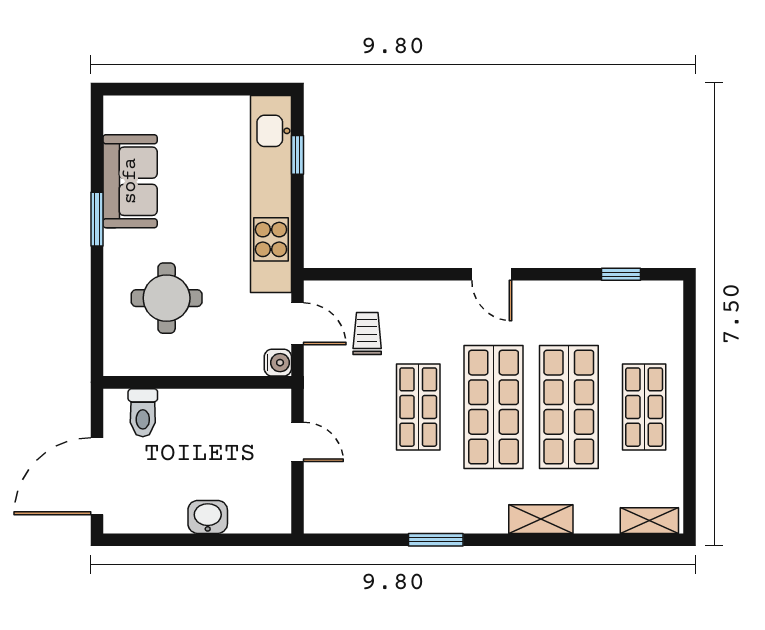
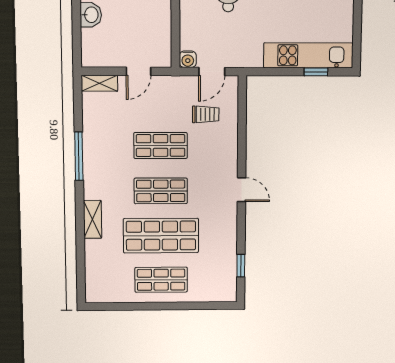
kitchen unit: (271, 194) -> (308, 55), width x0.73
door: (492, 274) -> (241, 190), swing flipped
shop shelf: (494, 407) -> (161, 191), width x0.70, depth x0.74
shelving: (649, 521) -> (99, 83), moved, turned 90
window: (436, 540) -> (79, 156), width x1.44

